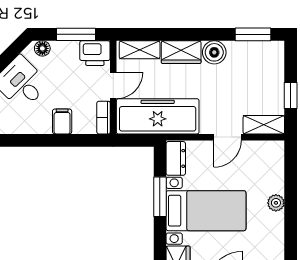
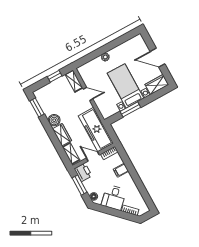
dresser: (176, 158) -> (110, 112), removed

